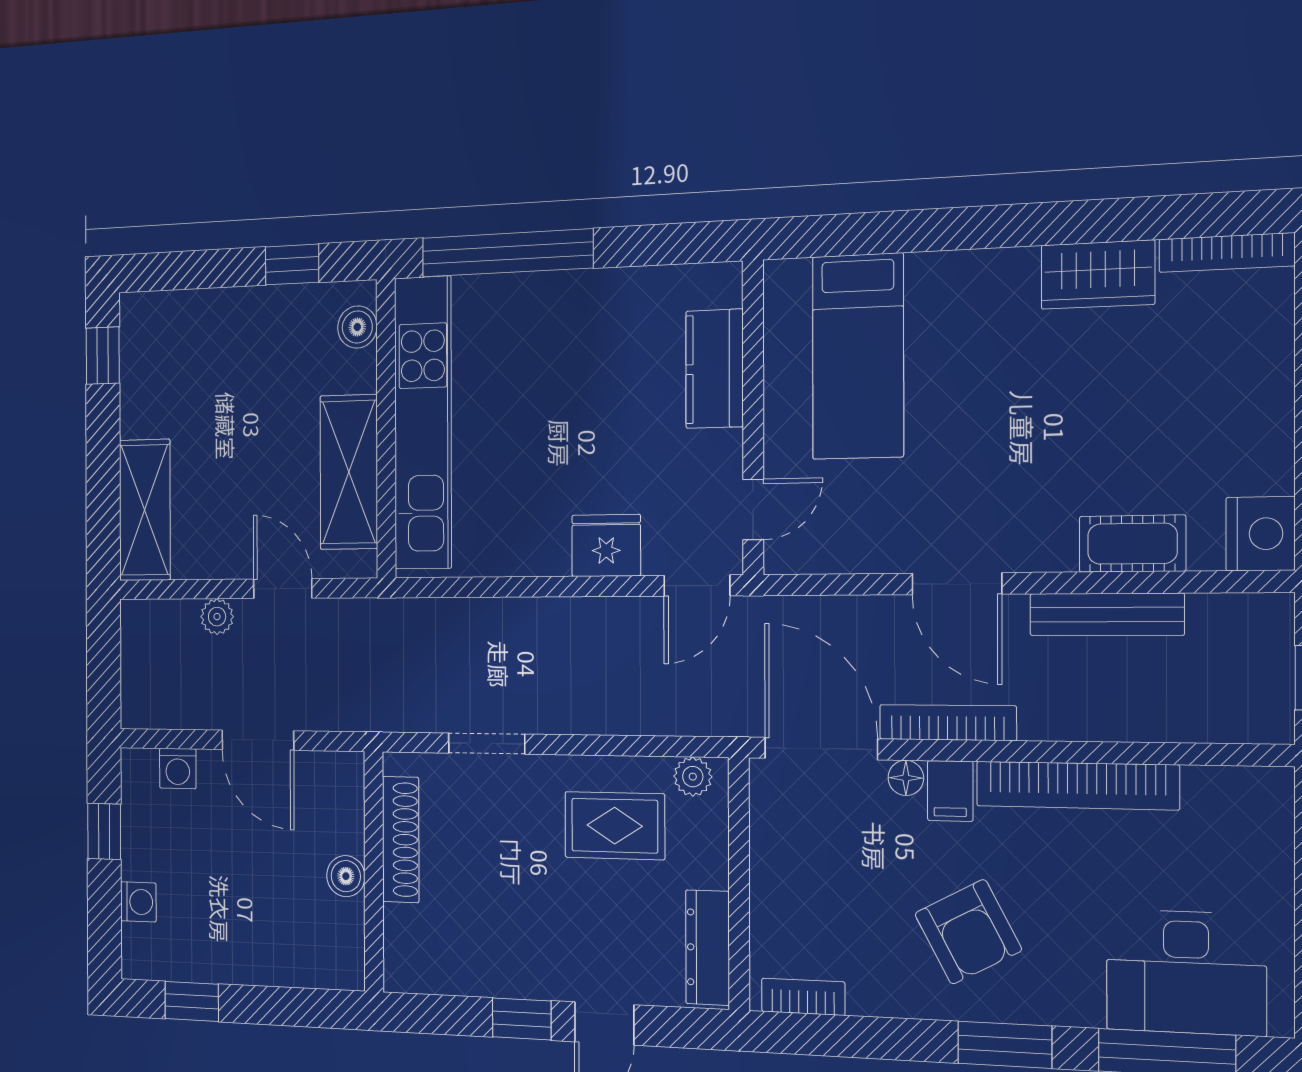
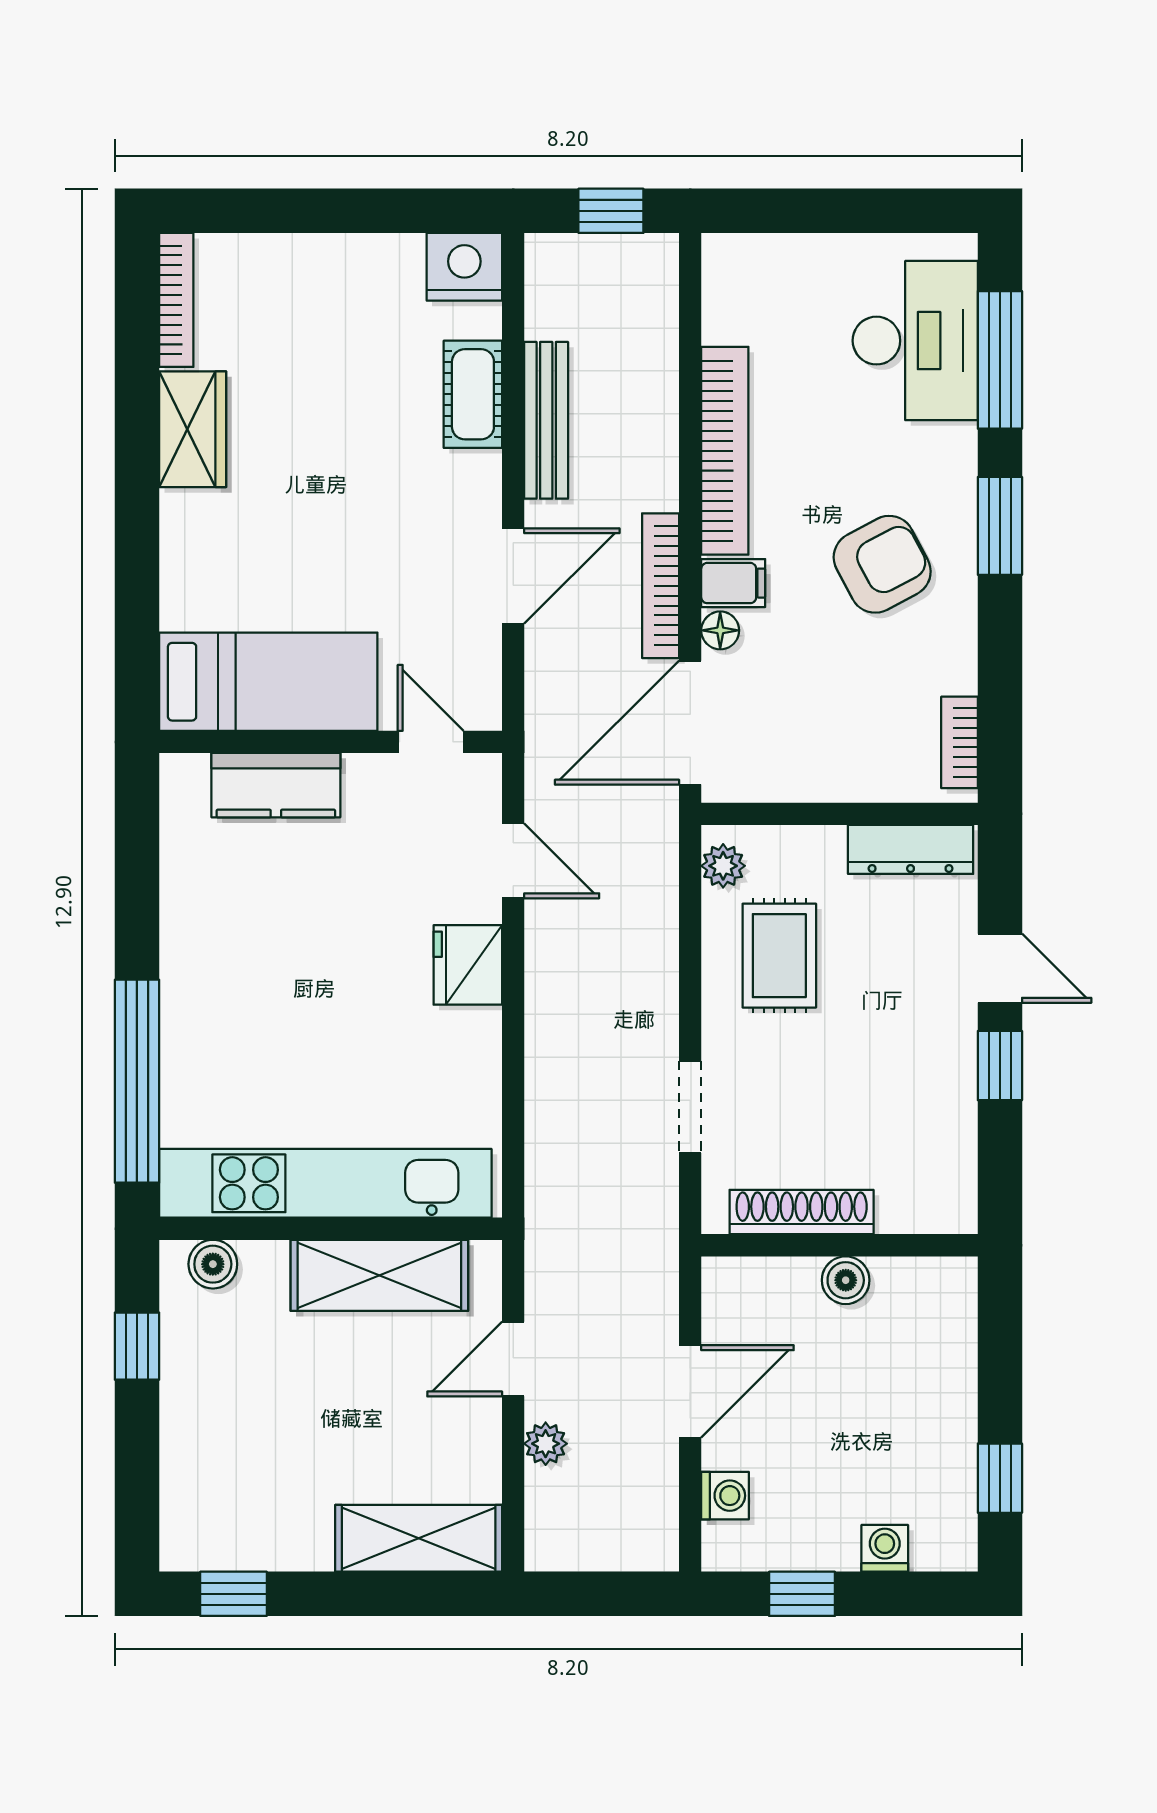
kitchen counter: (715, 369) -> (276, 785), moved
wall: (753, 418) -> (331, 742), moved
door: (753, 510) -> (431, 742), moved

